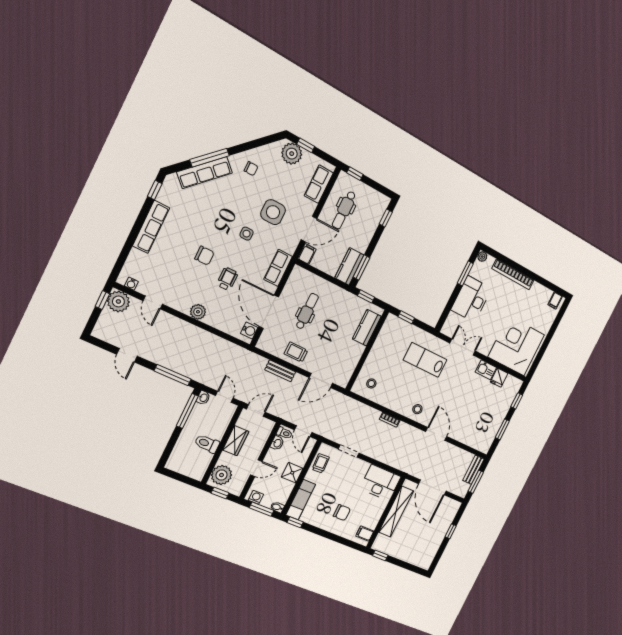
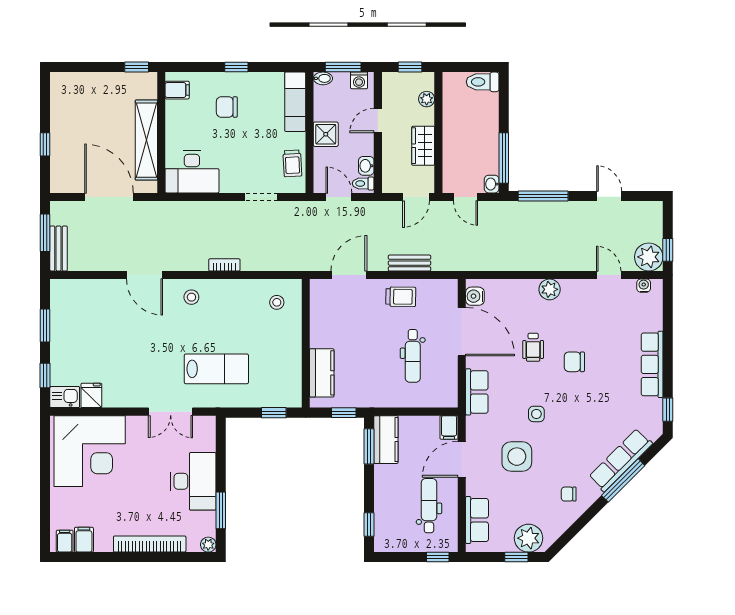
filing cabinet: (545, 296) -> (84, 540), added
kitchen sink: (486, 370) -> (65, 397), moved
toilet: (207, 444) -> (483, 82), moved, turned 180
plant: (222, 475) -> (427, 99), width x0.53, depth x0.53
window: (295, 522) -> (236, 67), moved

